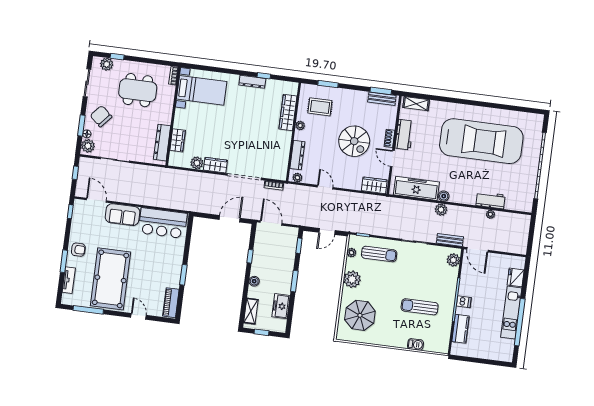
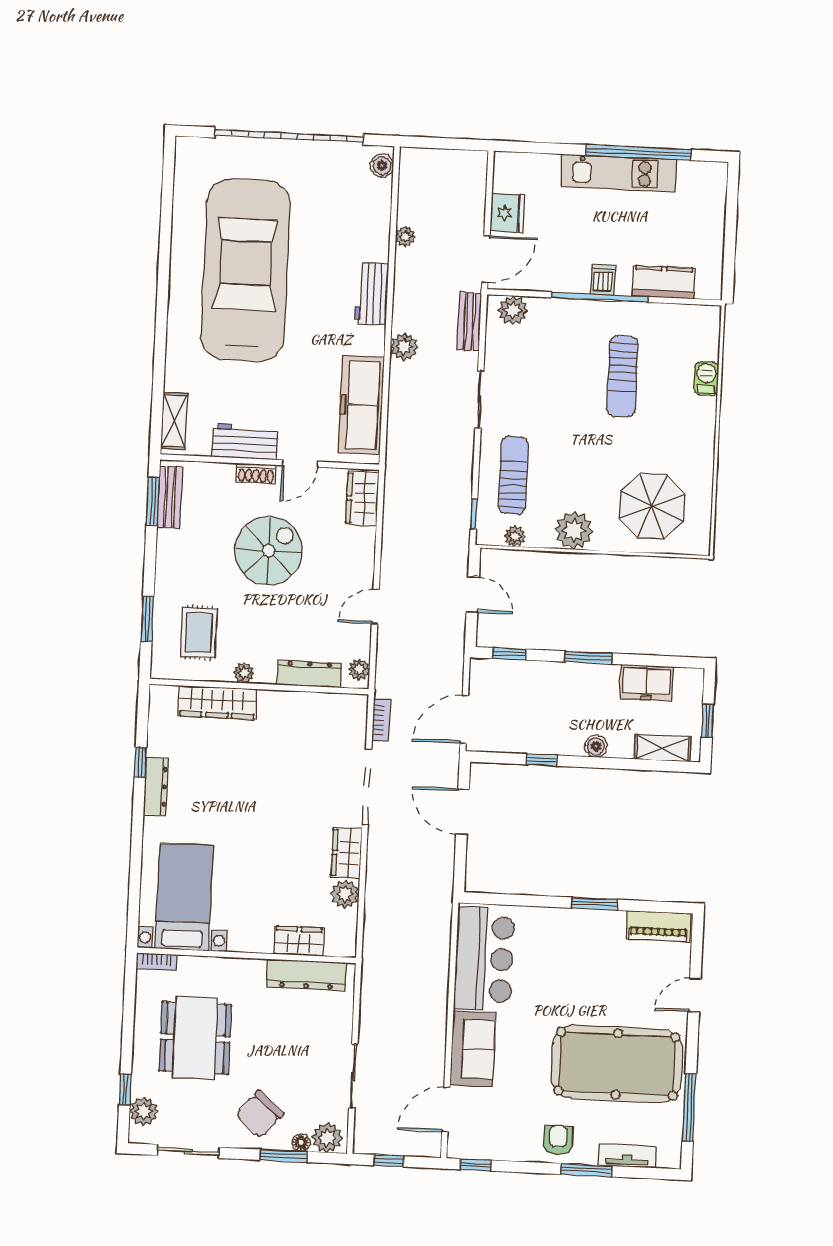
boiler: (444, 196) -> (382, 166), moved
workbench: (490, 200) -> (372, 294), moved
fridge: (516, 277) -> (507, 213), moved, turned -90

